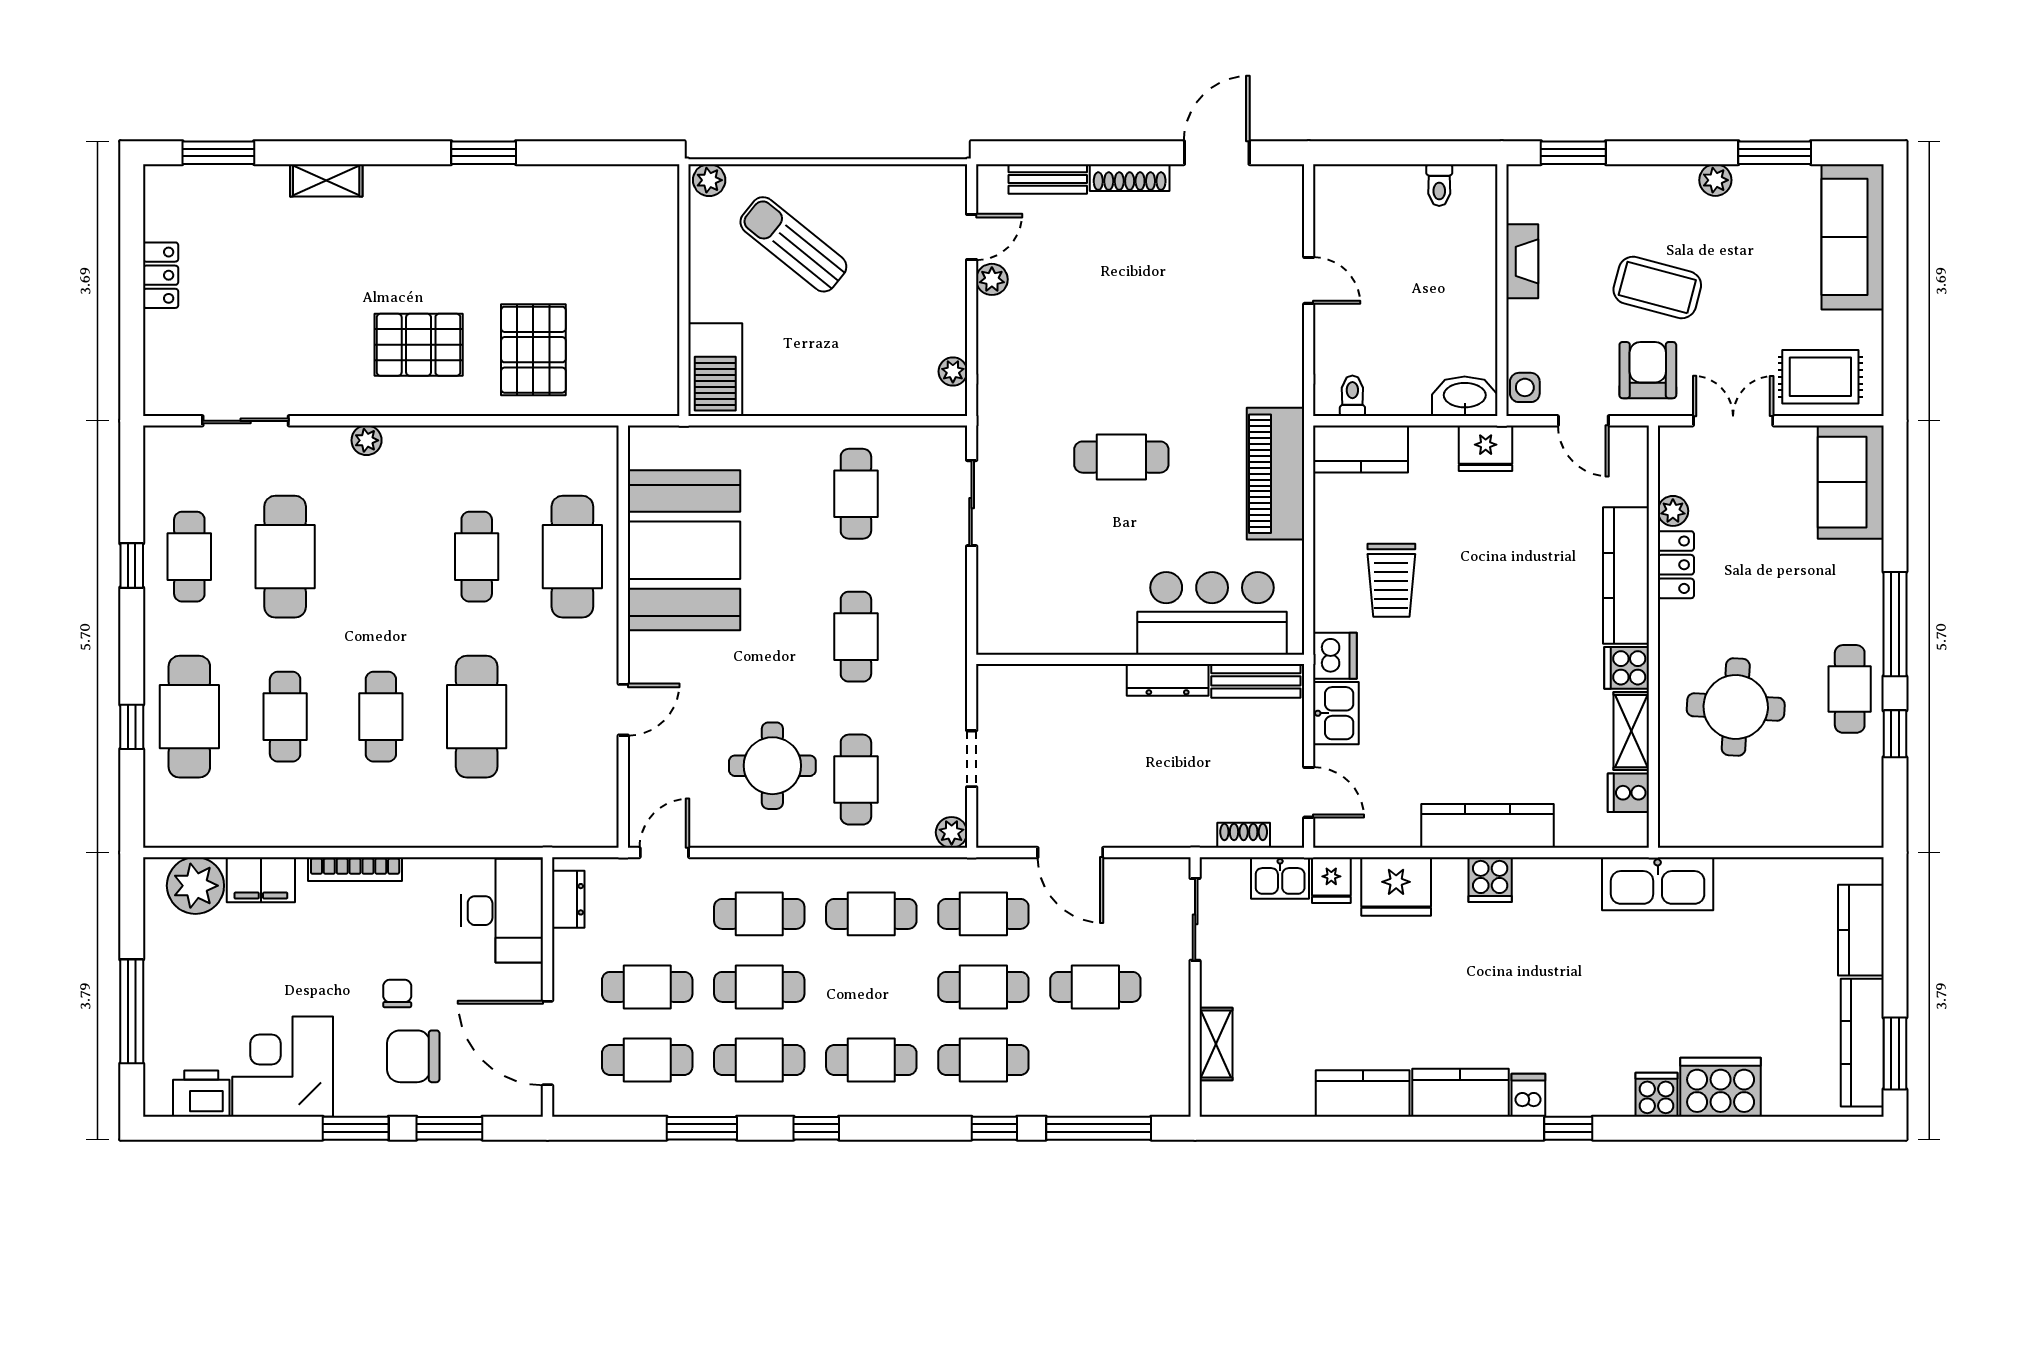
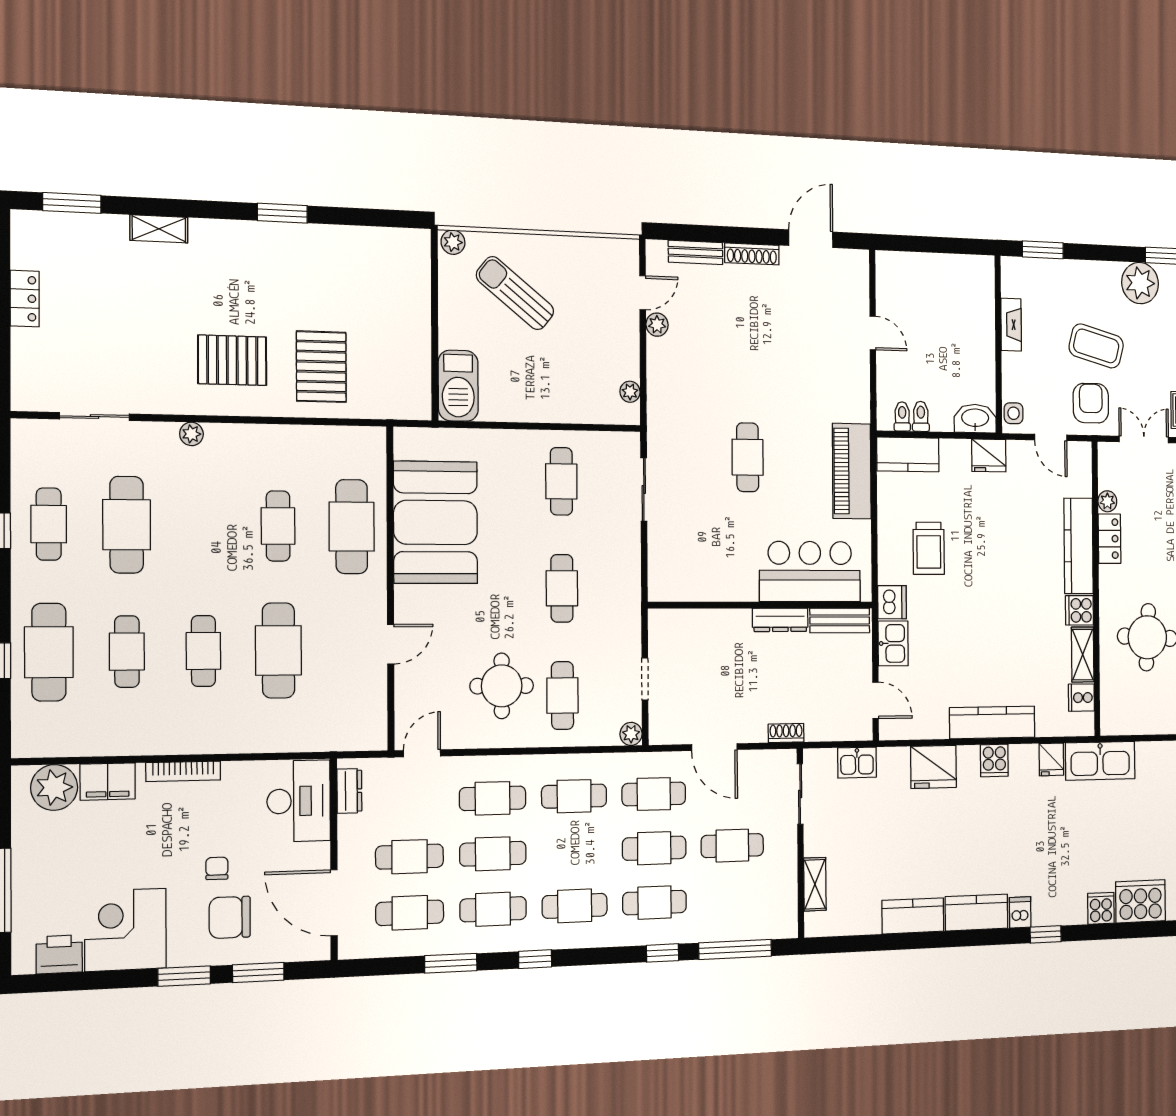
plant: (1715, 180) -> (1140, 283), width x1.88, depth x1.88
toilet: (1439, 185) -> (921, 416), moved, turned 180
cafe table: (1121, 457) -> (748, 457), turned 90
shoe rack: (1244, 835) -> (786, 733), moved
fridge: (1331, 880) -> (1051, 759), moved

